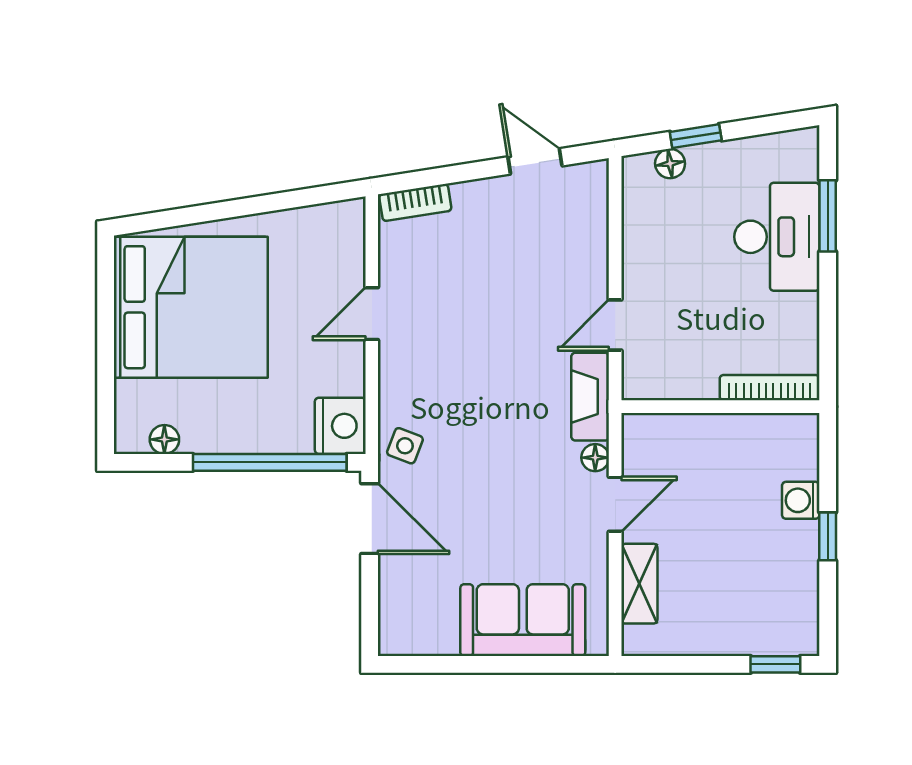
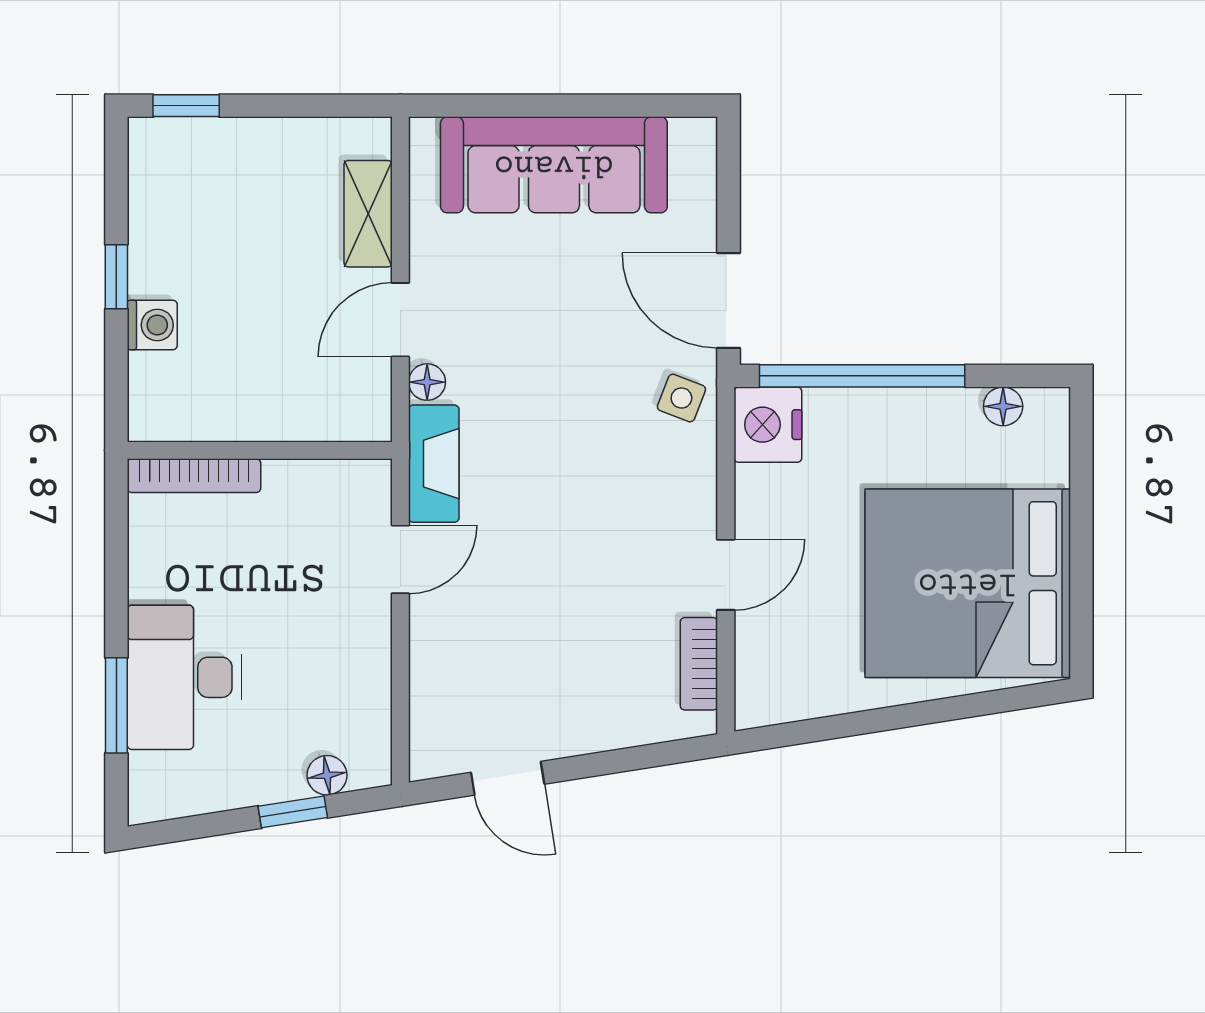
bookcase: (415, 202) -> (699, 664), moved, turned -81
sofa: (523, 620) -> (554, 165), width x1.36

